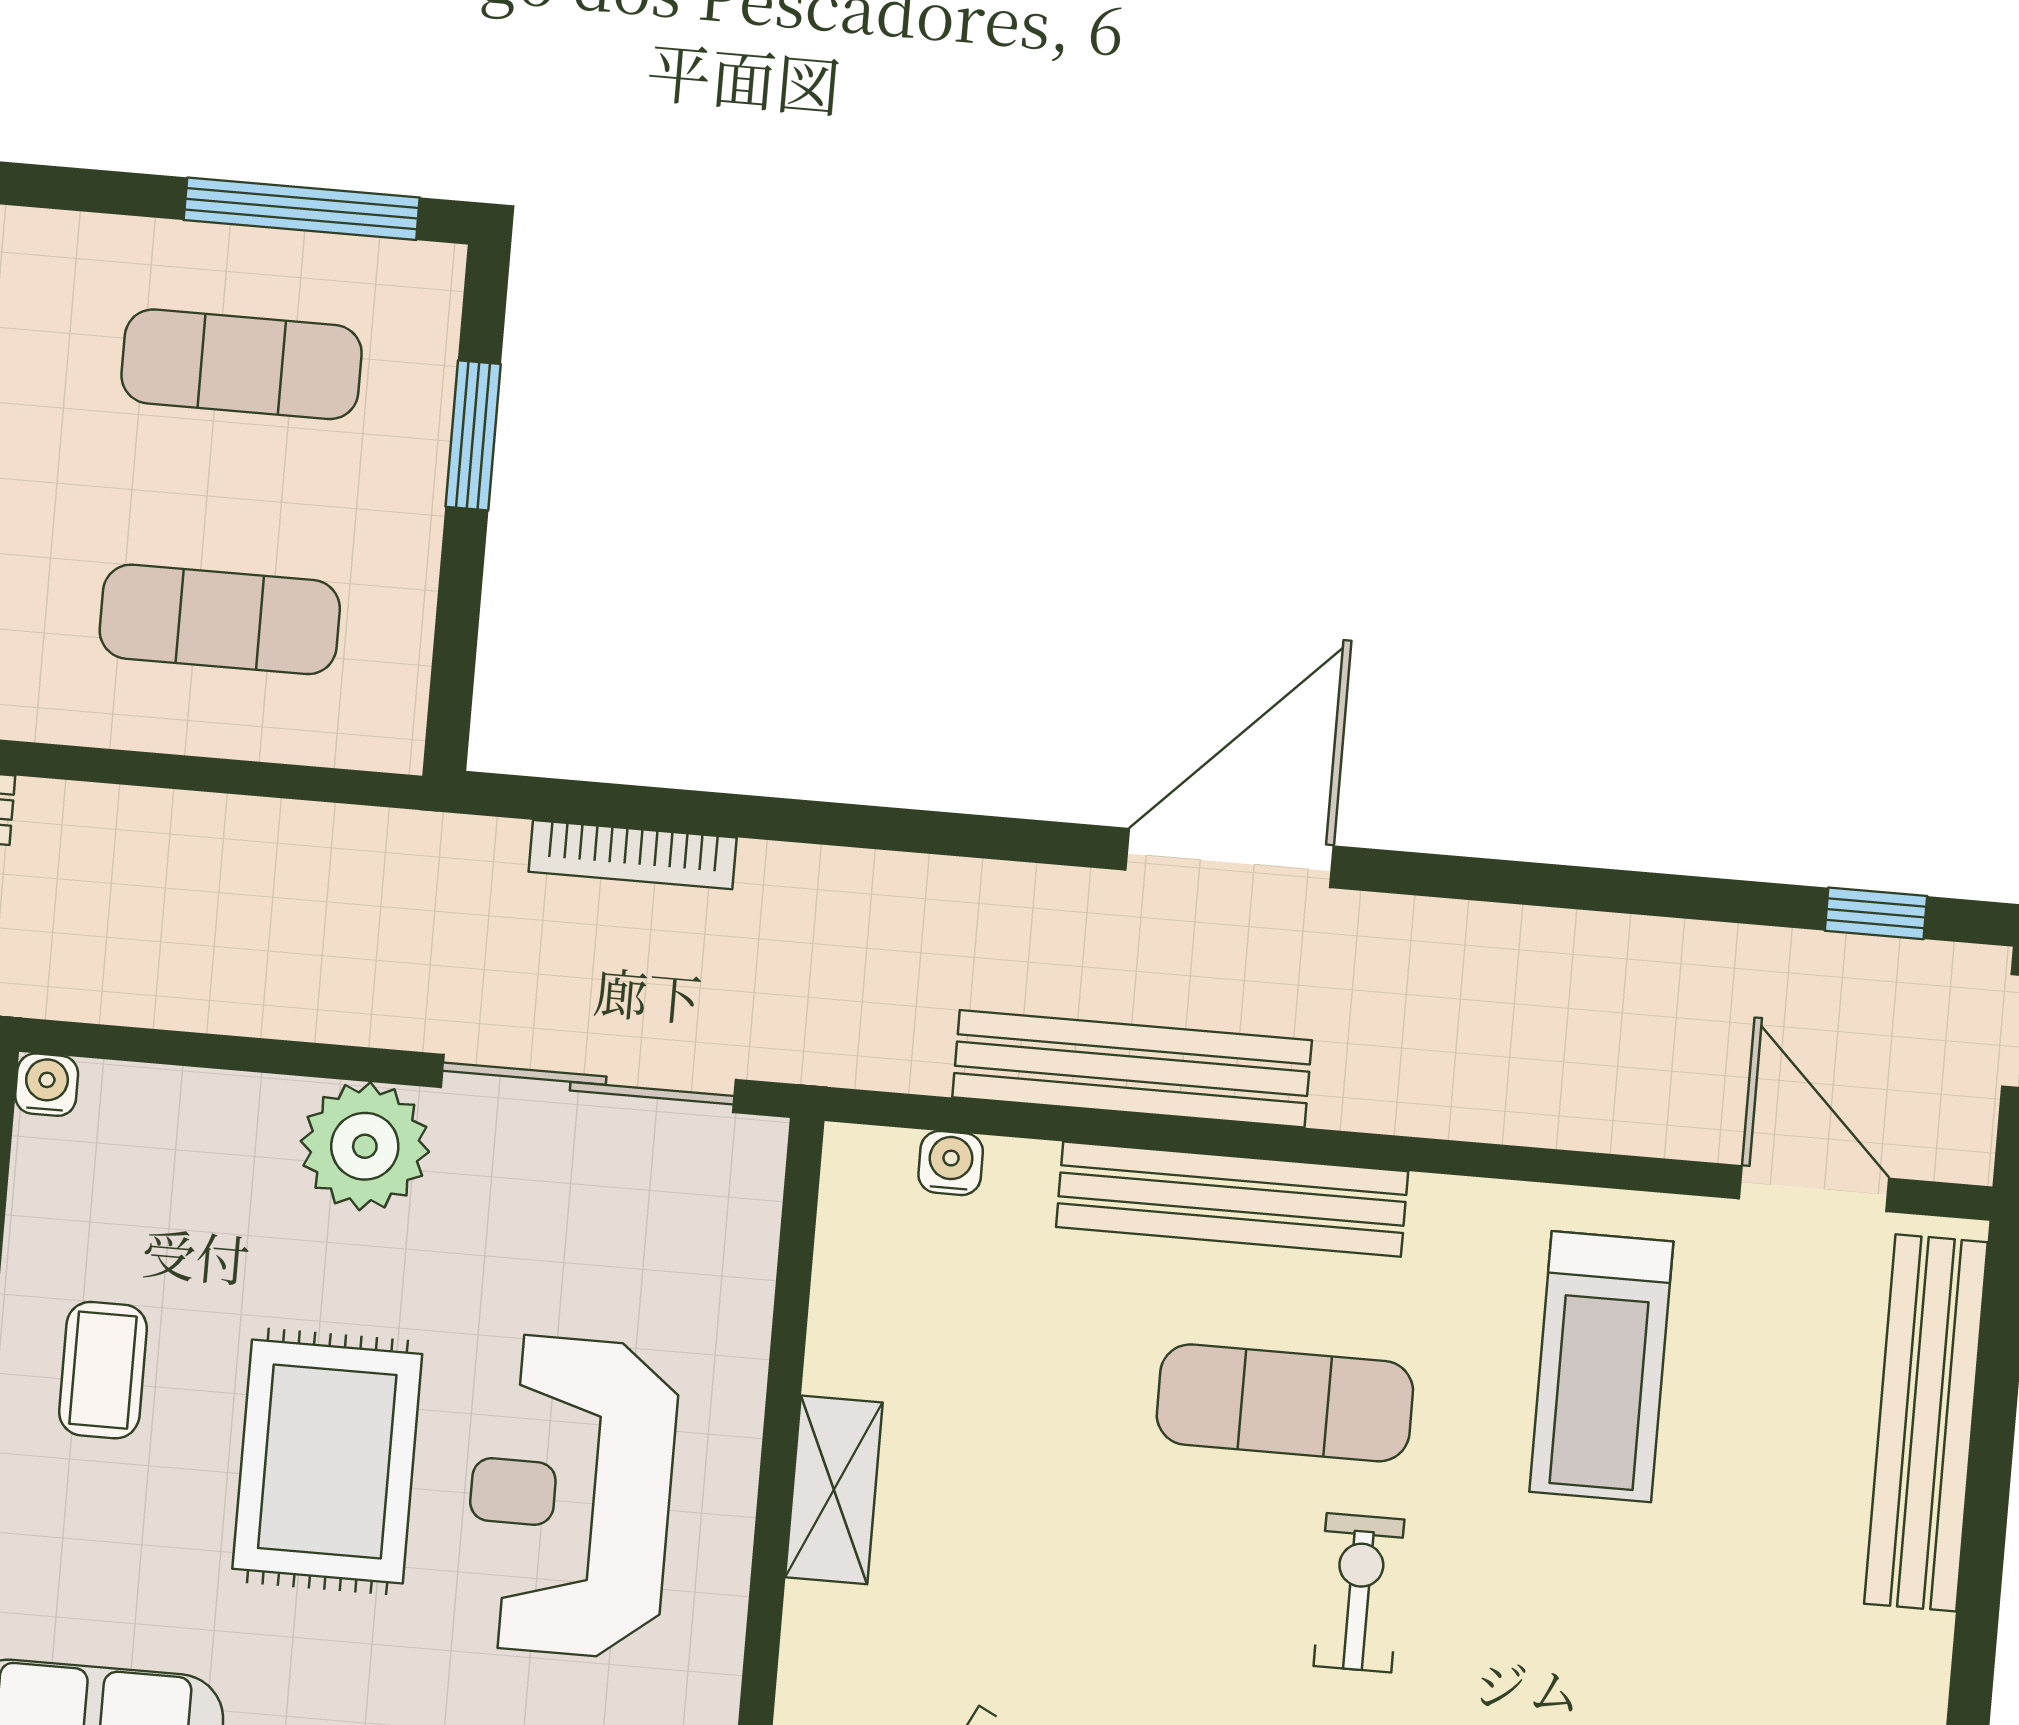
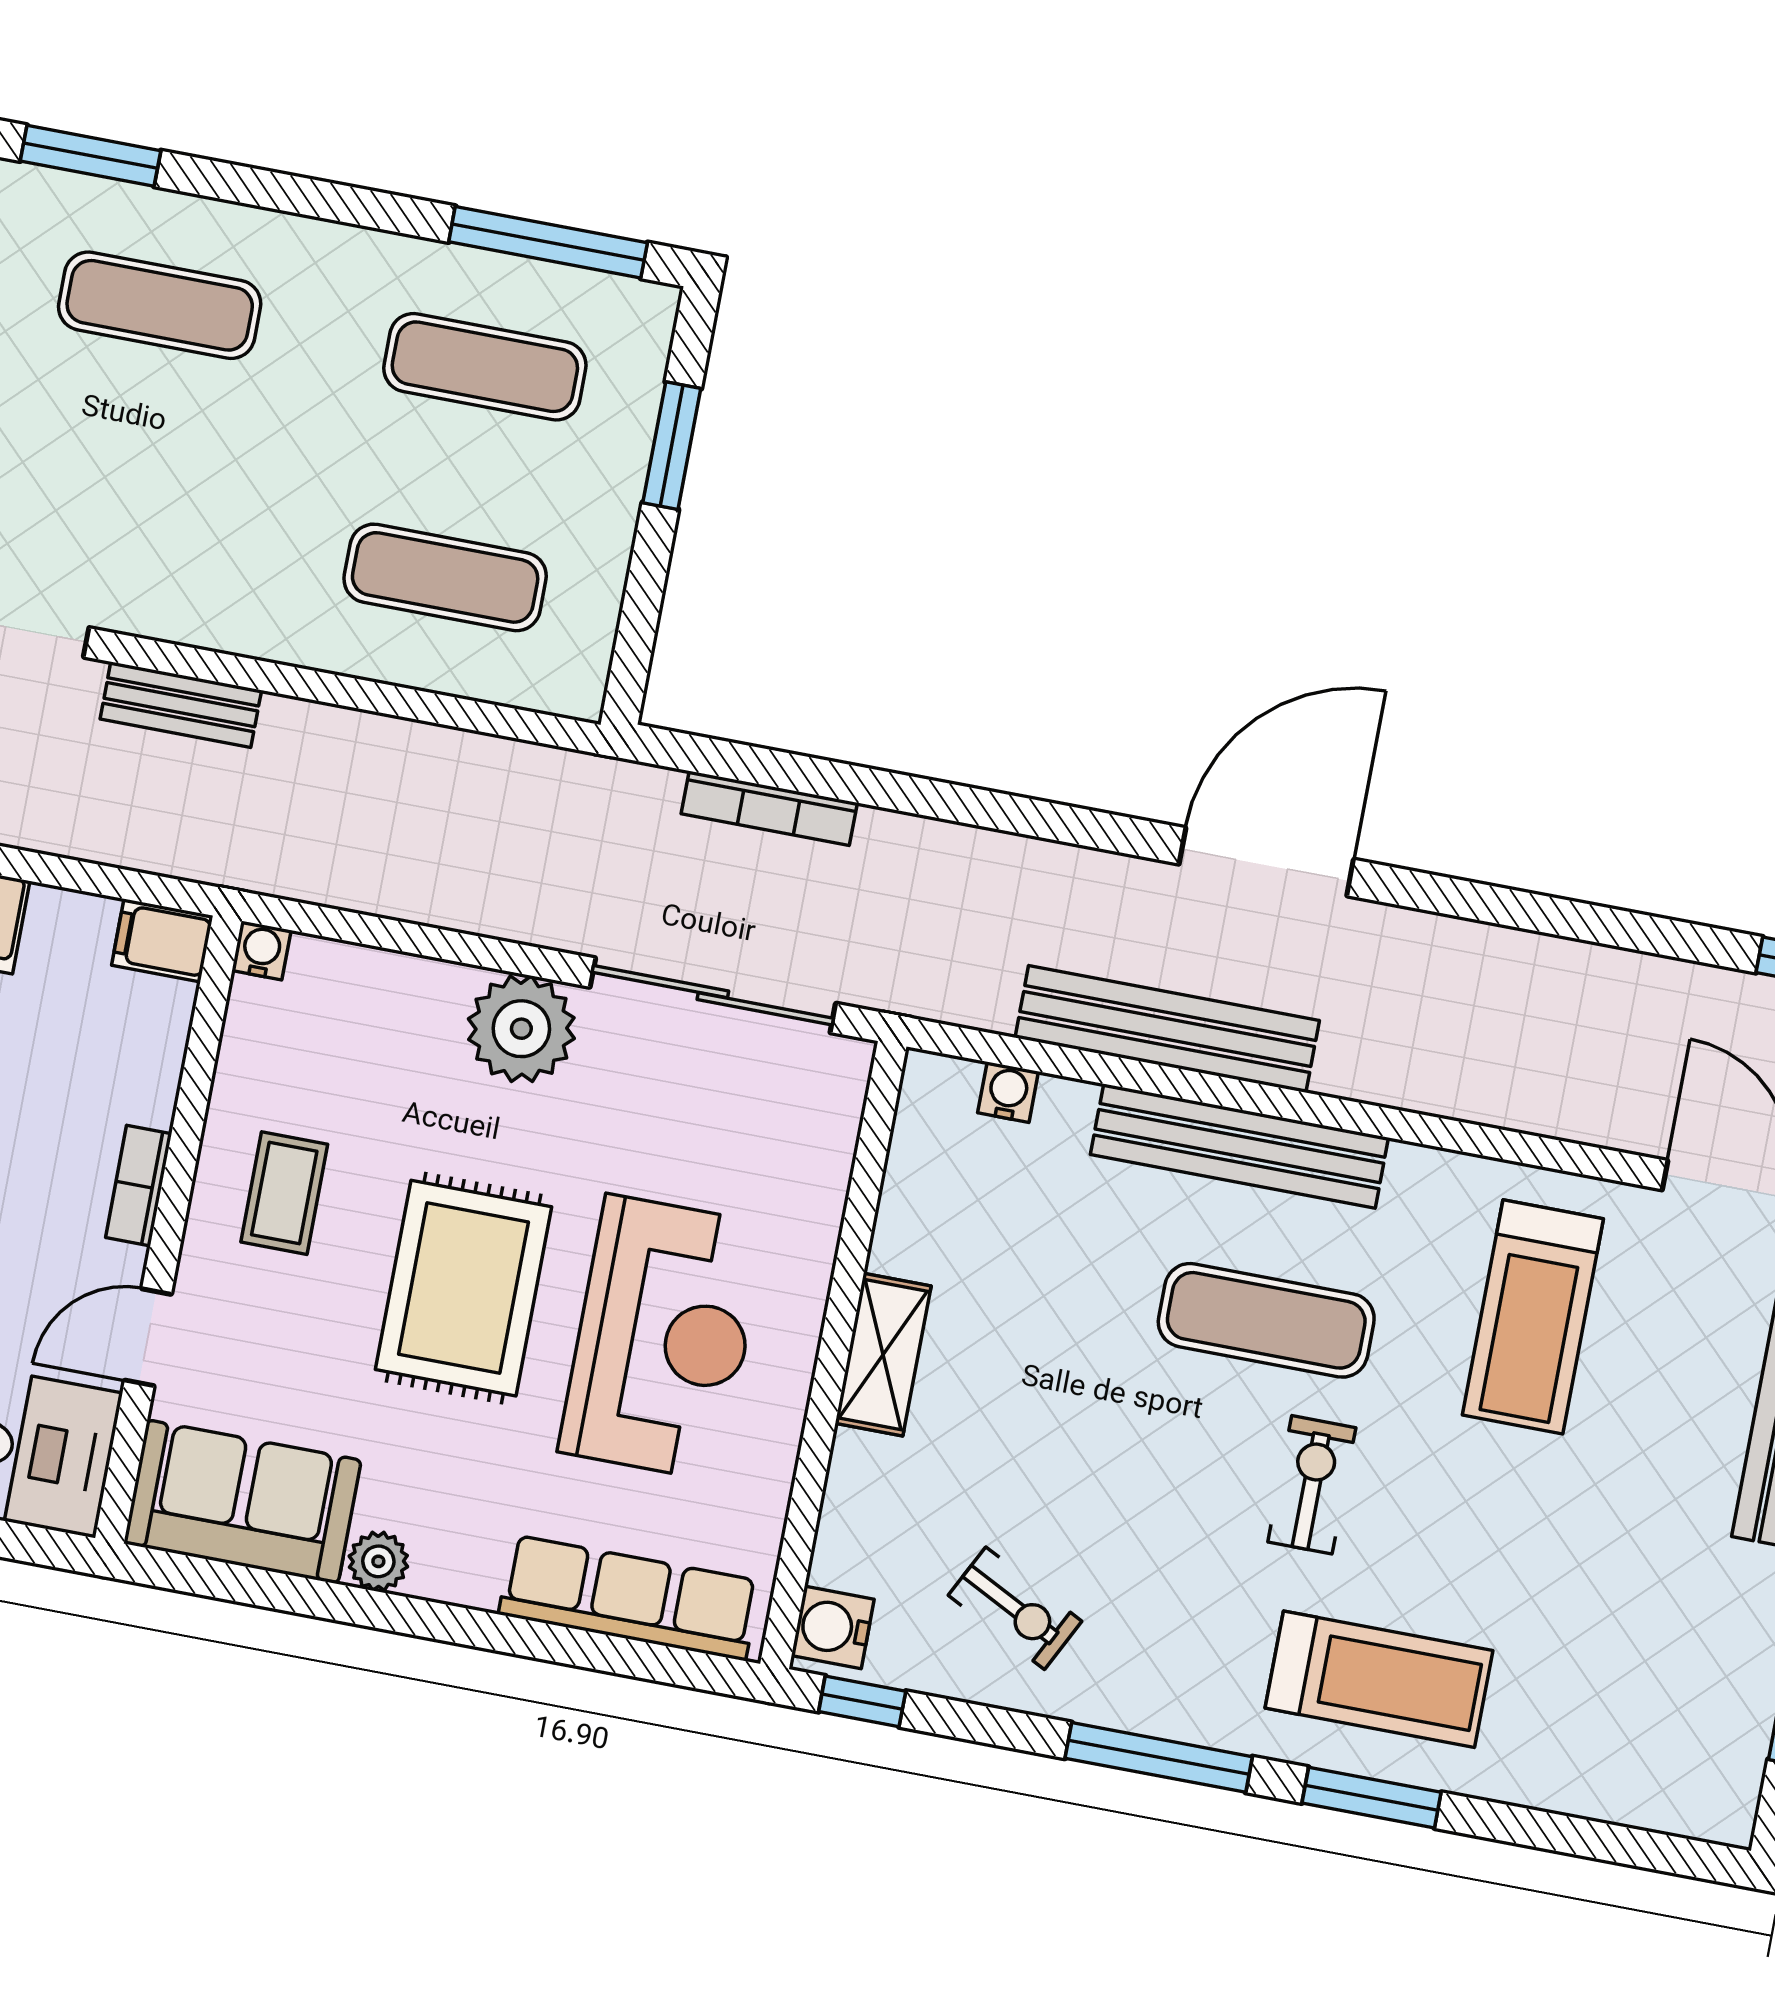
reception desk: (570, 1496) -> (663, 1338), turned 180

